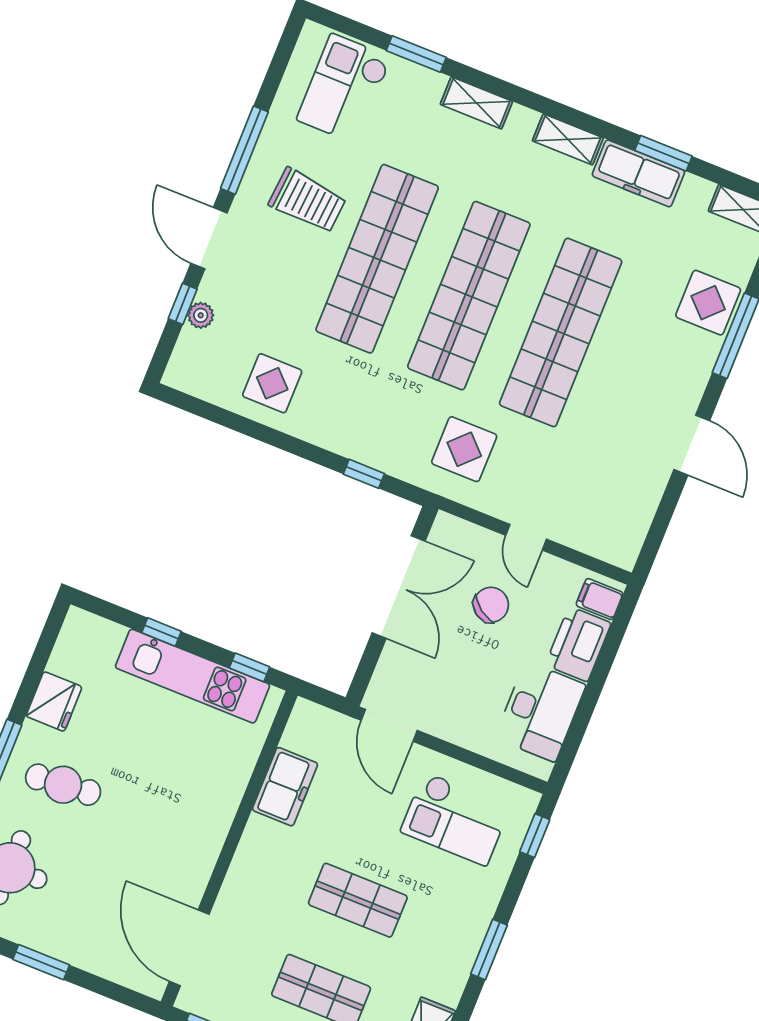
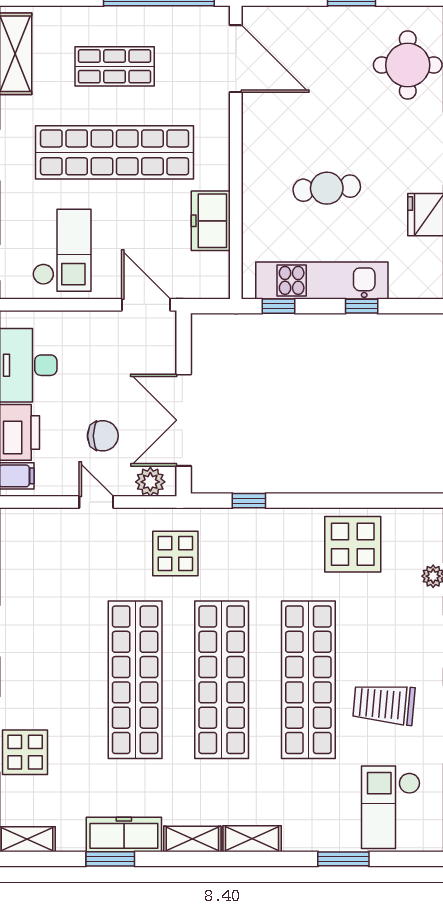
checkout: (344, 88) -> (391, 807), turned 180
shelving: (476, 103) -> (252, 839), moved
display table: (272, 383) -> (353, 544), width x1.36, depth x1.36
plant: (460, 536) -> (150, 482), added
chair: (491, 605) -> (103, 436), turned -126
cafe table: (63, 785) -> (327, 188), moved
checkout: (455, 819) -> (62, 250), turned 90
shop shelf: (358, 900) -> (115, 152), width x2.00, depth x1.36

